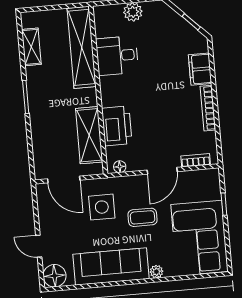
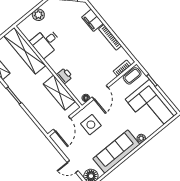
printer: (117, 126) -> (64, 76), width x0.53, depth x0.68
door: (162, 171) -> (100, 92), moved
door: (64, 179) -> (62, 124), hinge flipped
coffee table: (143, 217) -> (132, 76), moved

